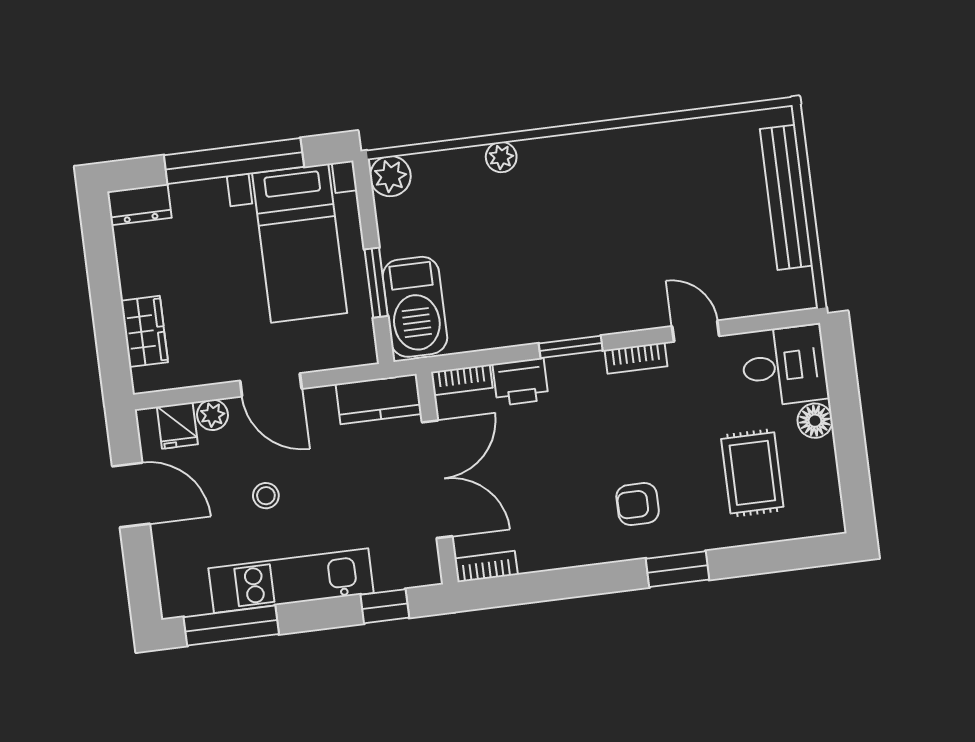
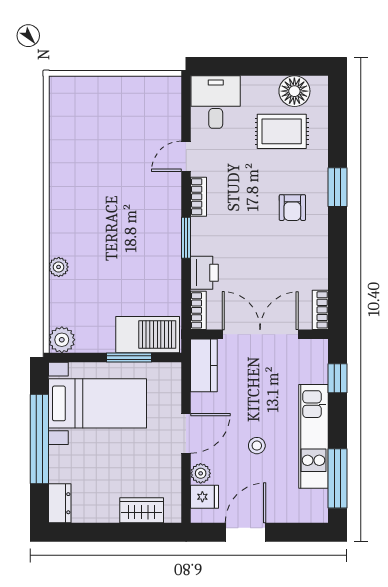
bench: (786, 197) -> (107, 87), removed
floor lamp: (815, 421) -> (294, 91), moved, width x1.38, depth x1.38

